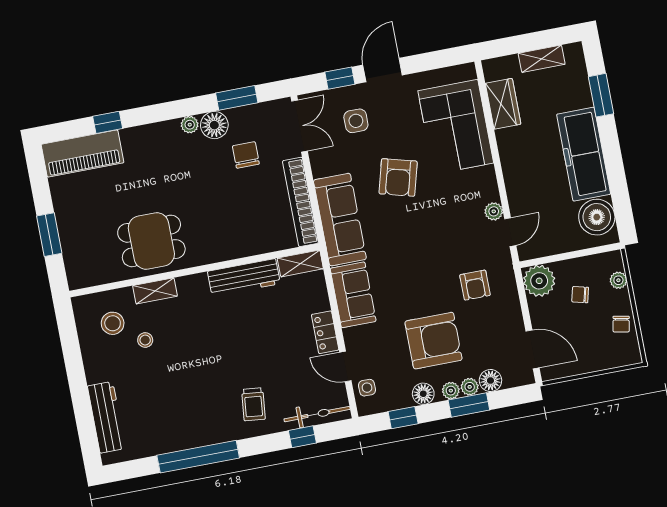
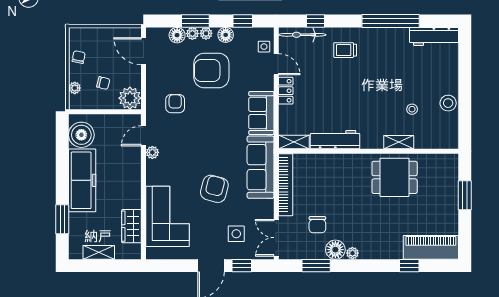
stool: (113, 323) -> (448, 103), moved
trolley: (253, 404) -> (345, 50), turned -96
workbench: (106, 417) -> (434, 36), moved, turned -90

